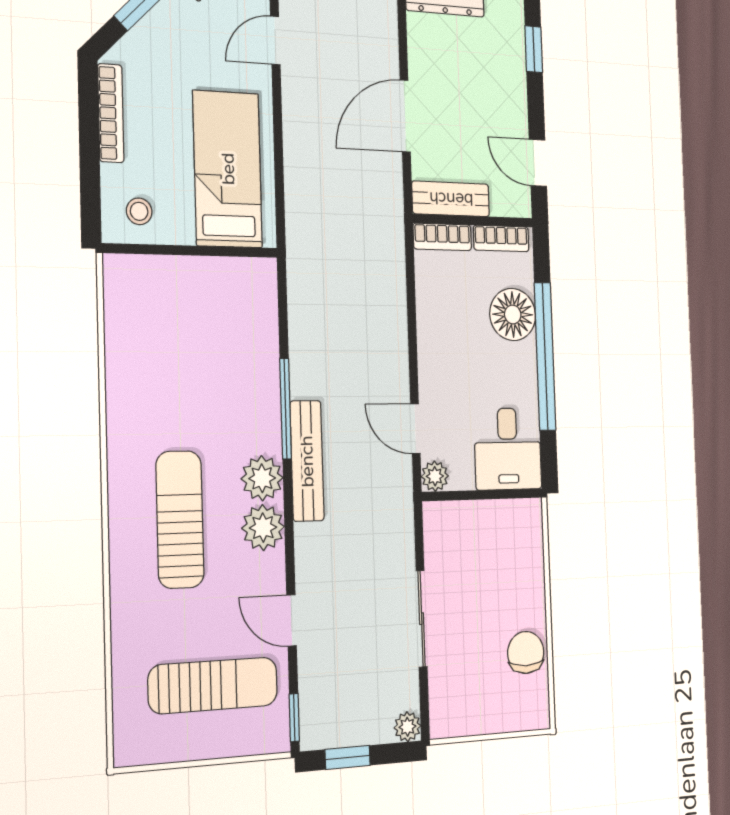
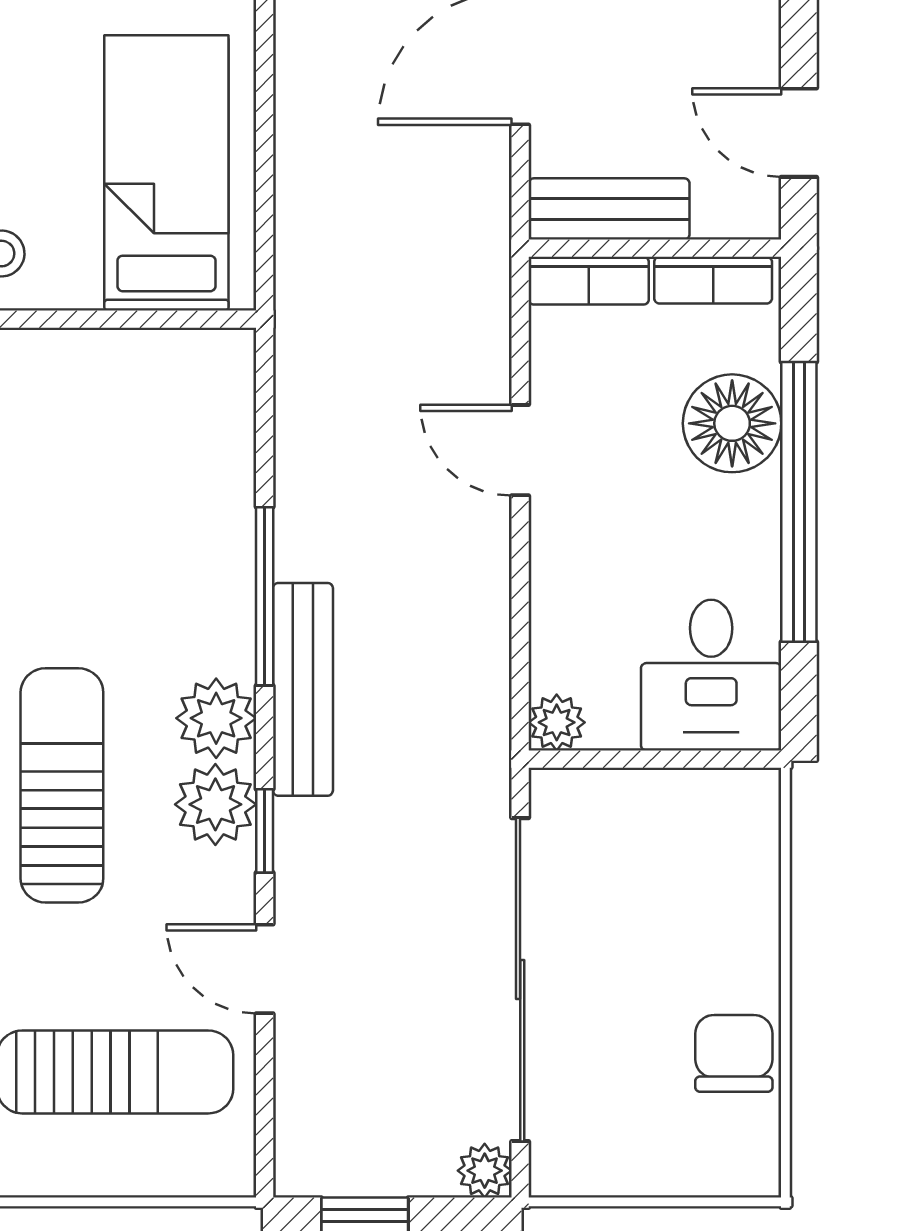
door: (415, 429) -> (520, 450), moved
sliding door: (422, 619) -> (520, 980), width x1.86
window: (294, 718) -> (265, 831), moved

